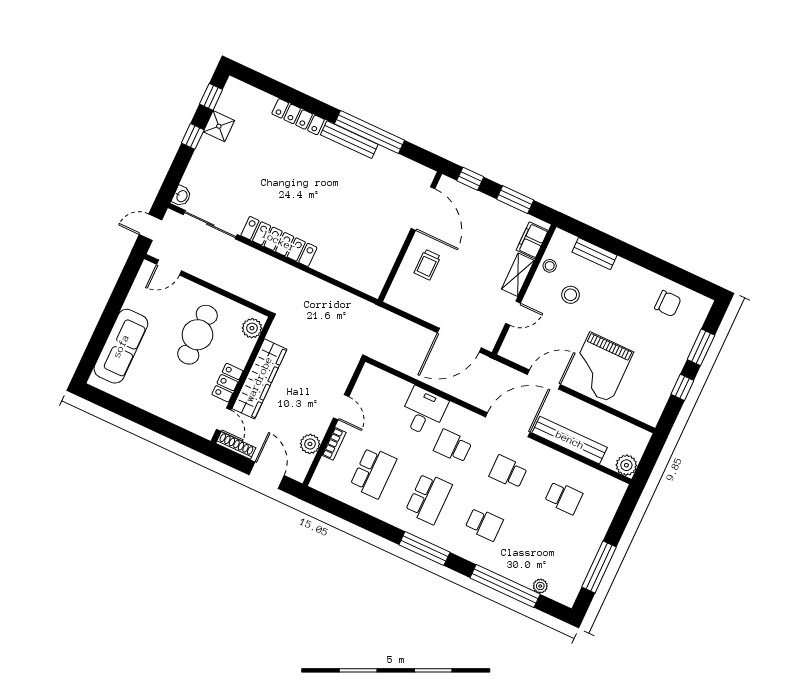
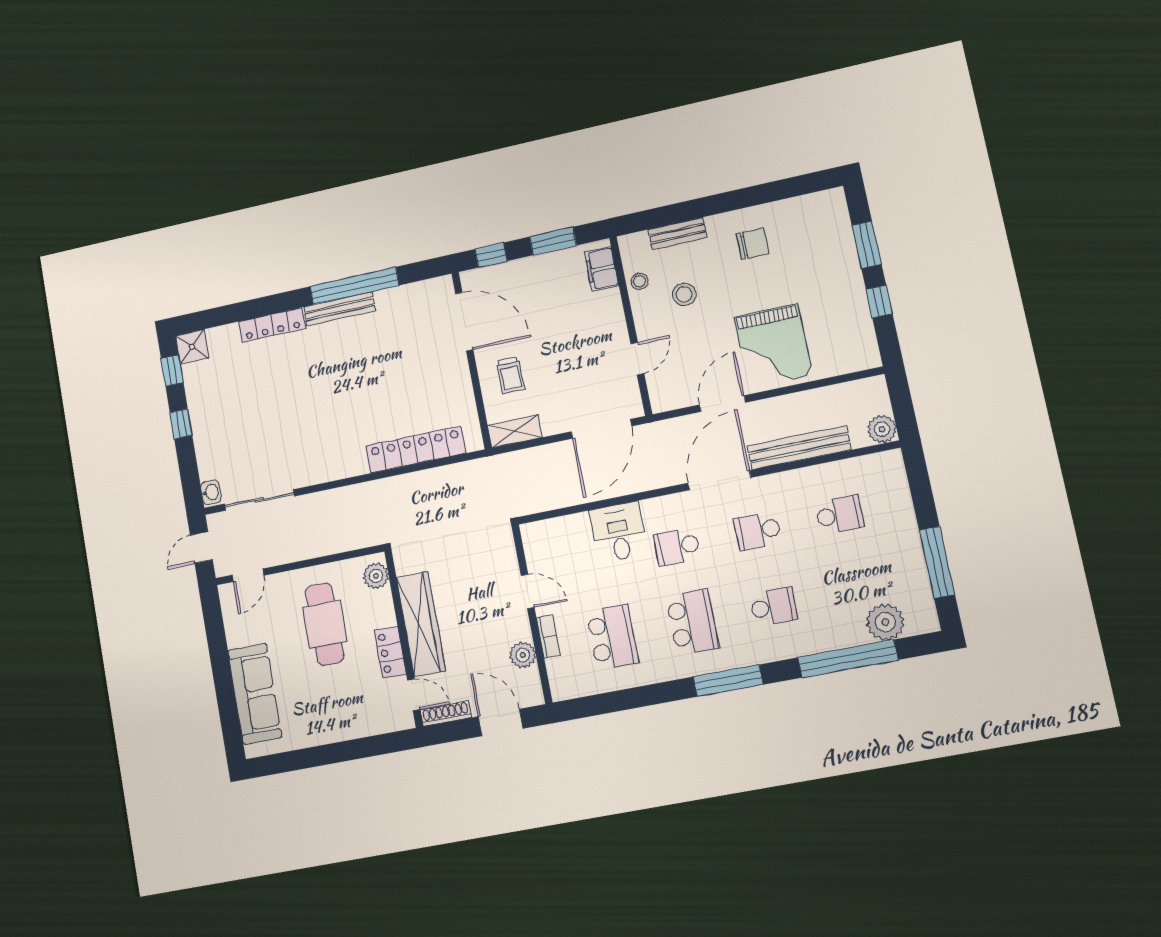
shower: (219, 126) -> (192, 347), moved
locker: (279, 241) -> (416, 450), moved
shelving: (518, 275) -> (515, 431), moved, turned 90
chair: (668, 304) -> (752, 244), moved
plant: (540, 586) -> (885, 622), width x1.88, depth x1.88

